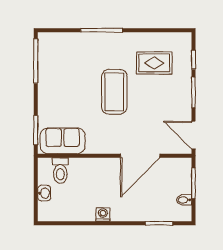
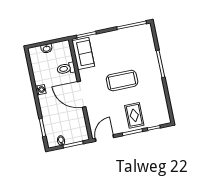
rug: (154, 63) -> (134, 115), moved
door: (140, 156) -> (81, 94), moved
toilet: (60, 171) -> (66, 68), moved

